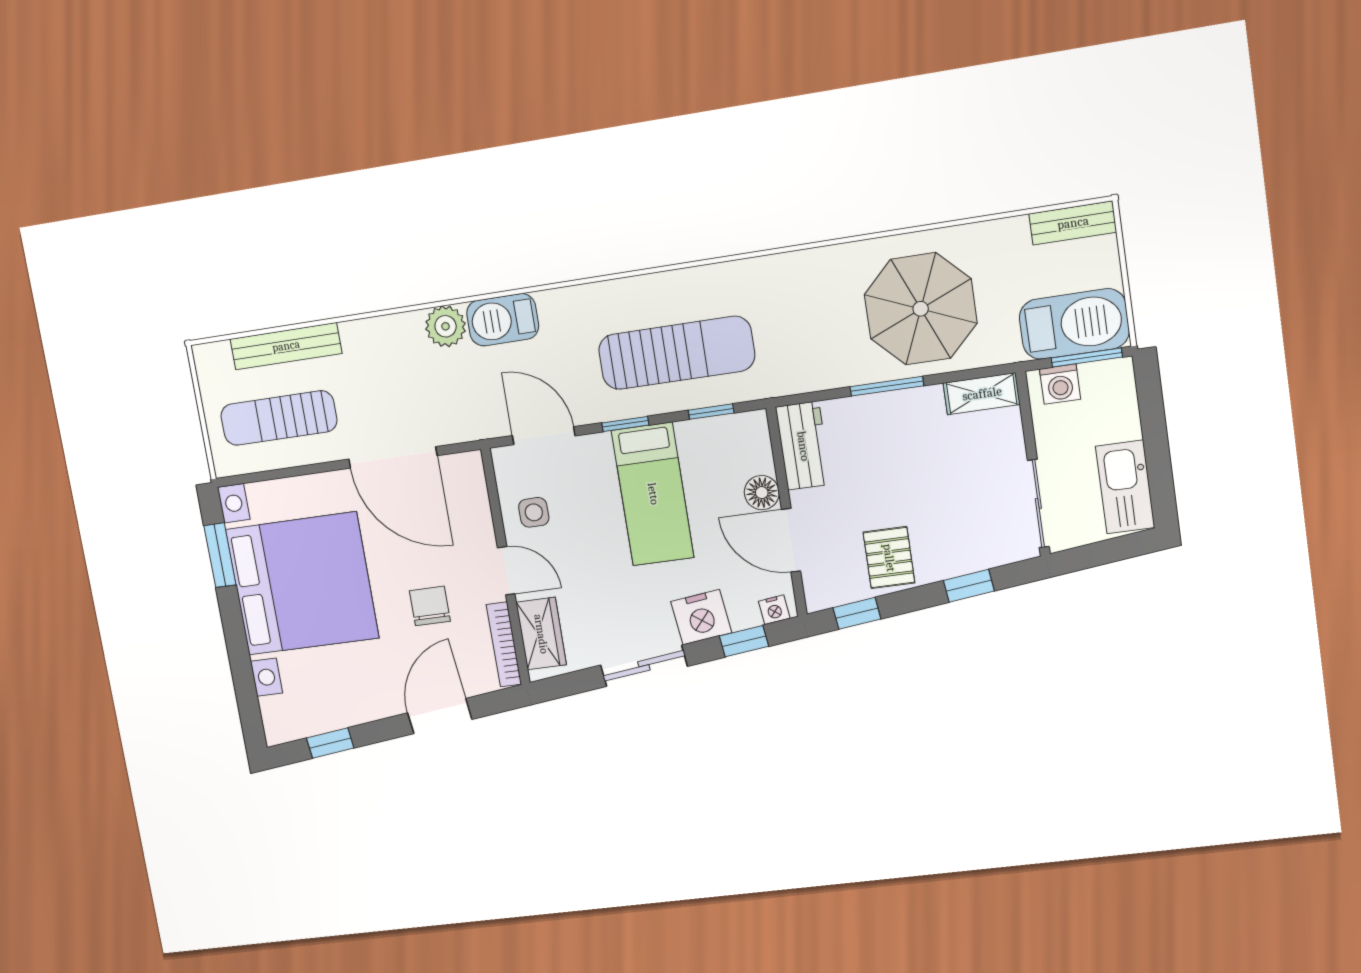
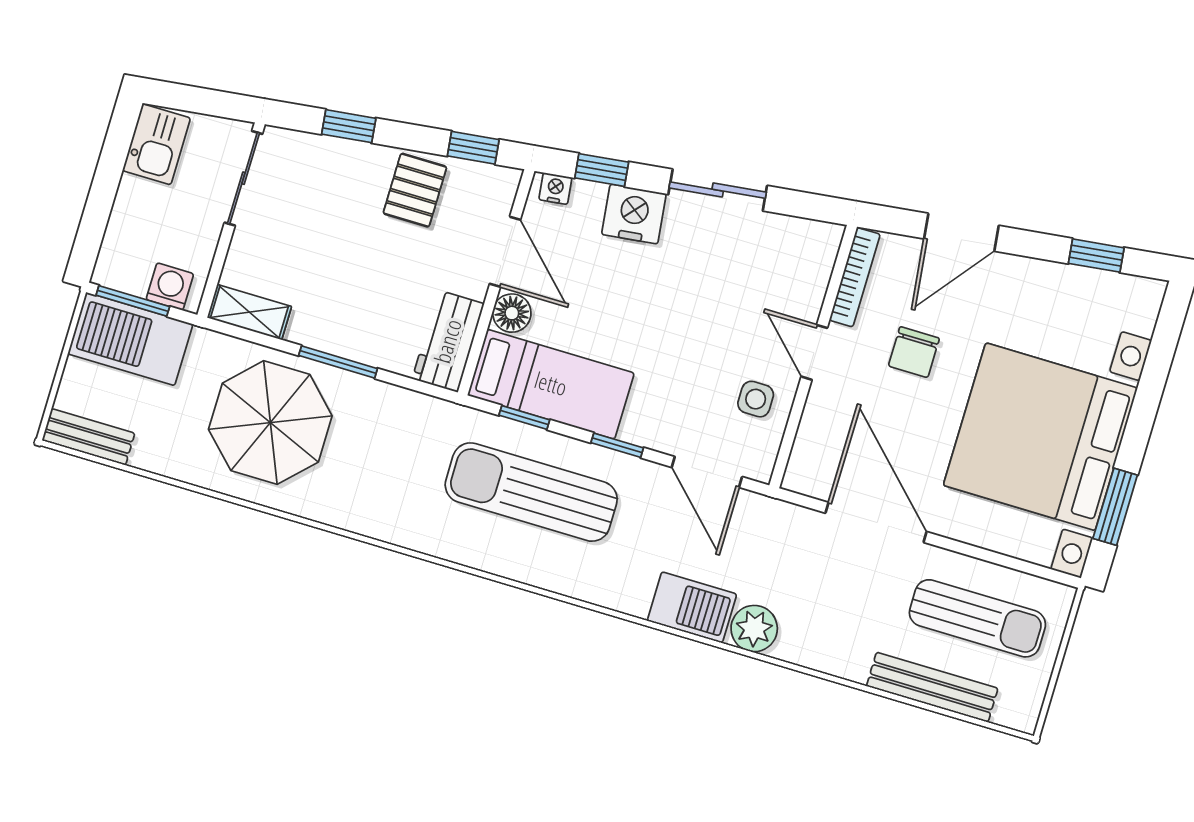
kitchen sink: (1125, 487) -> (156, 144), width x0.73
bed: (653, 494) -> (551, 384), moved, turned 90
wardrobe: (541, 634) -> (809, 271), removed

